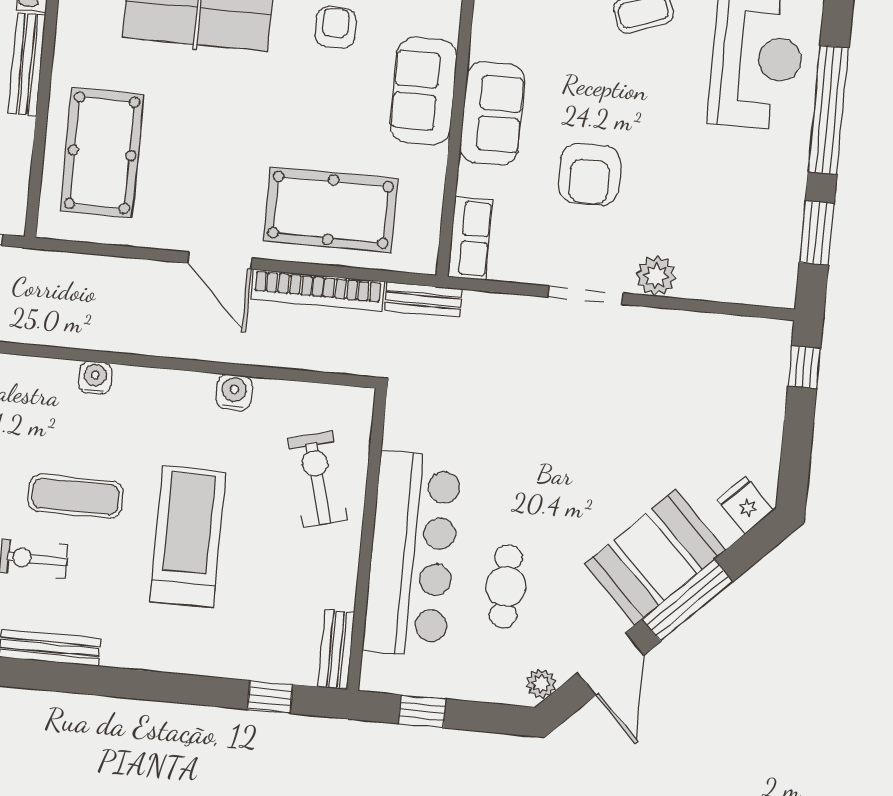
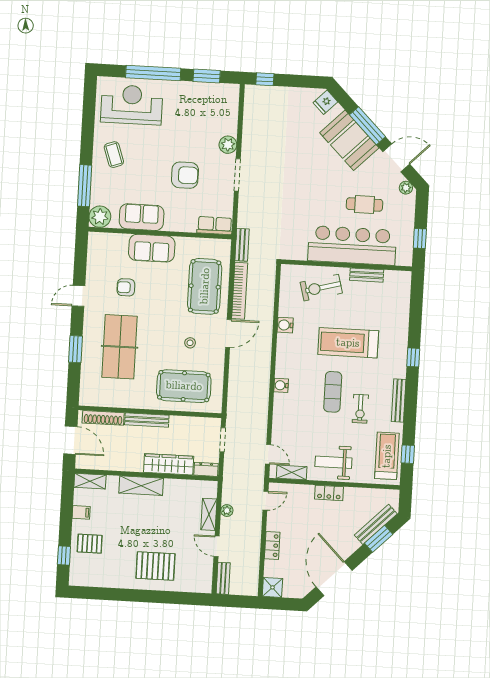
sofa: (492, 113) -> (142, 217), moved
stool: (202, 171) -> (190, 343), added
bench: (336, 649) -> (367, 275), moved
window: (270, 697) -> (413, 357), moved

